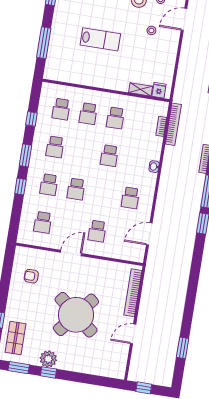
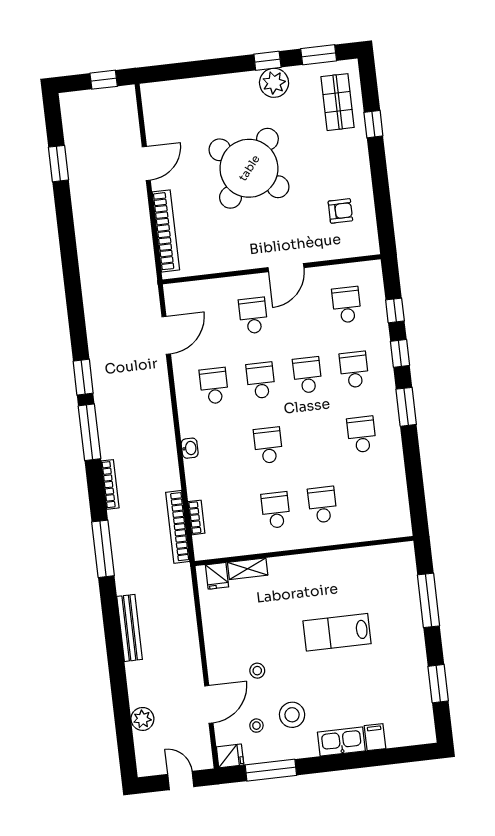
school desk: (61, 109) -> (261, 380), moved
window: (31, 119) -> (395, 310), moved

